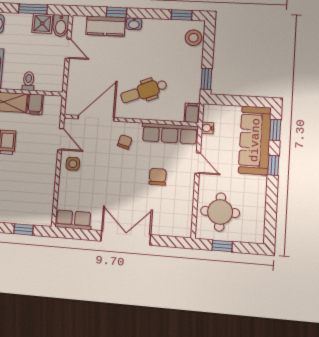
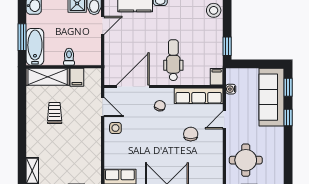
door: (68, 49) -> (103, 25), hinge flipped
dental chair: (144, 91) -> (173, 60), turned 112
door: (198, 163) -> (224, 120), swing flipped

